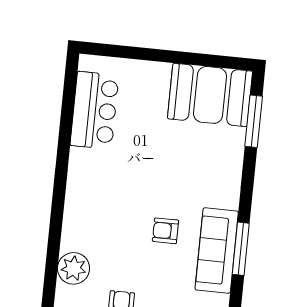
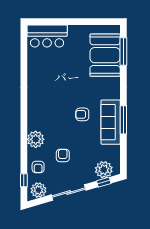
booth: (210, 95) -> (105, 55), moved, turned 90
bar counter: (94, 110) -> (47, 36), moved, turned 90

